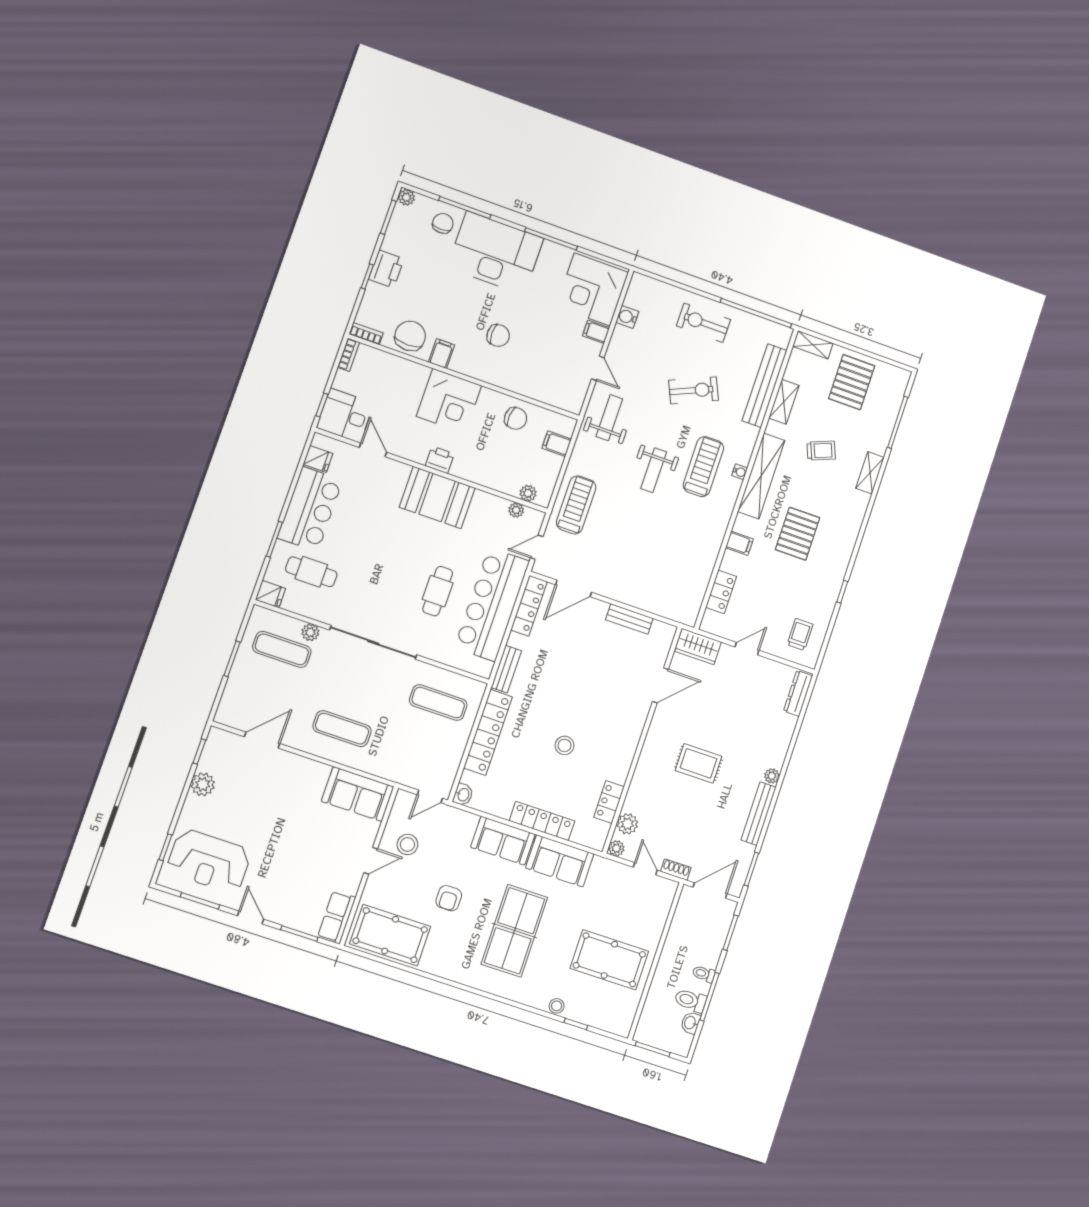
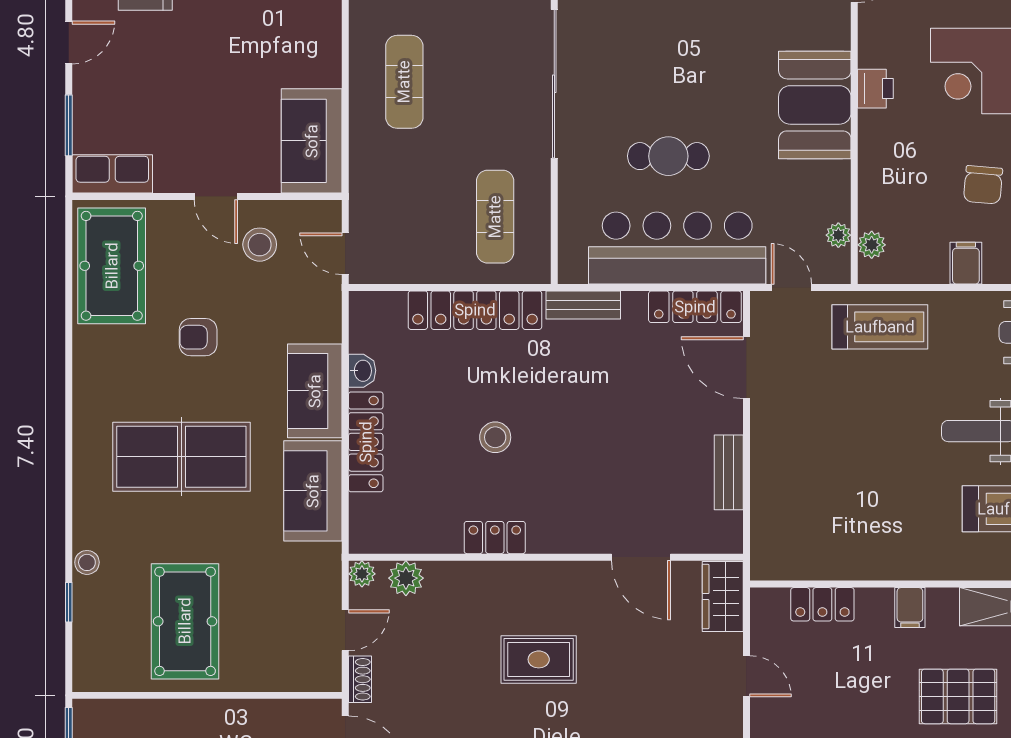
rug: (699, 763) -> (539, 659), turned 90
washbasin: (463, 795) -> (362, 371), moved, turned -90
locker: (609, 802) -> (495, 538), moved

